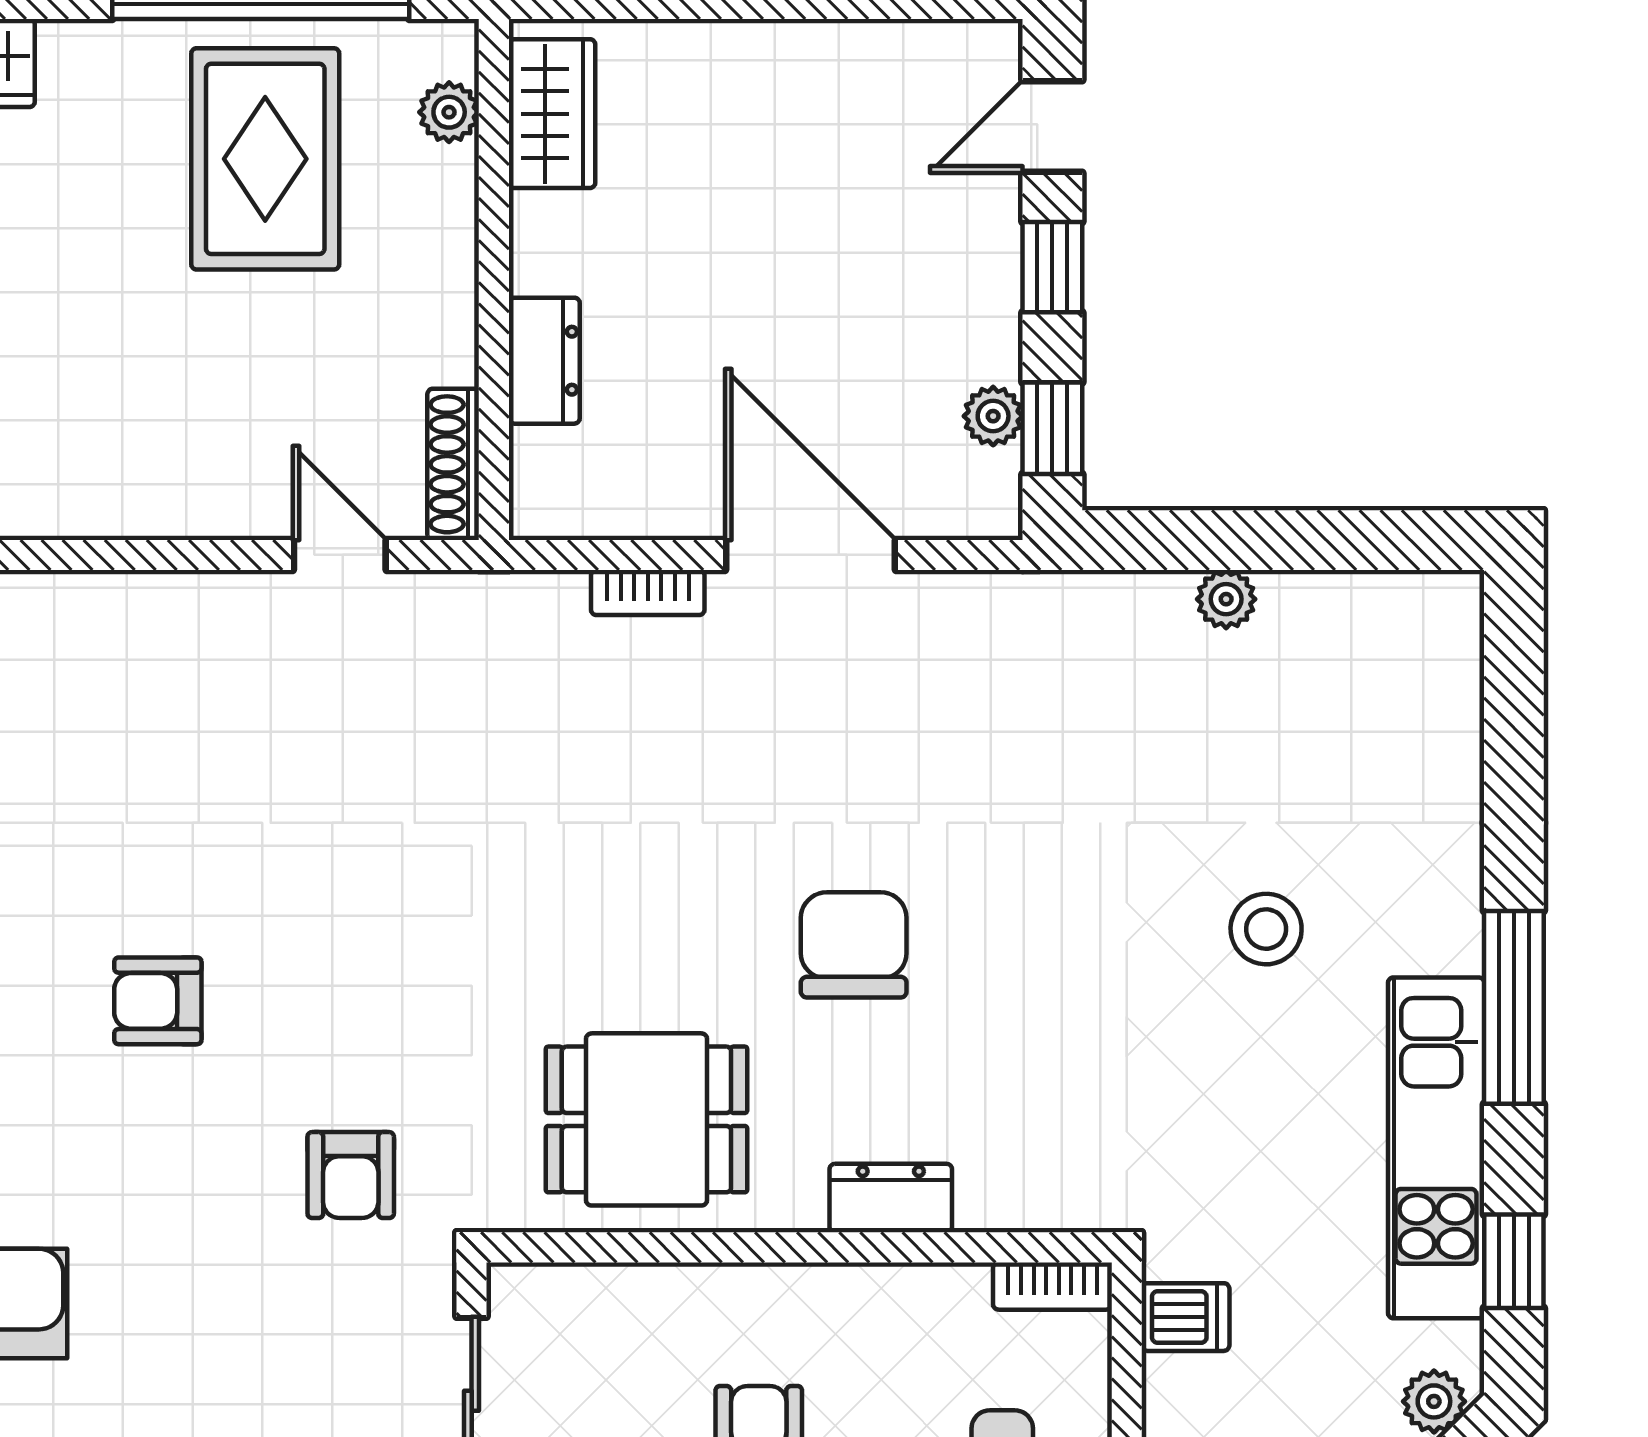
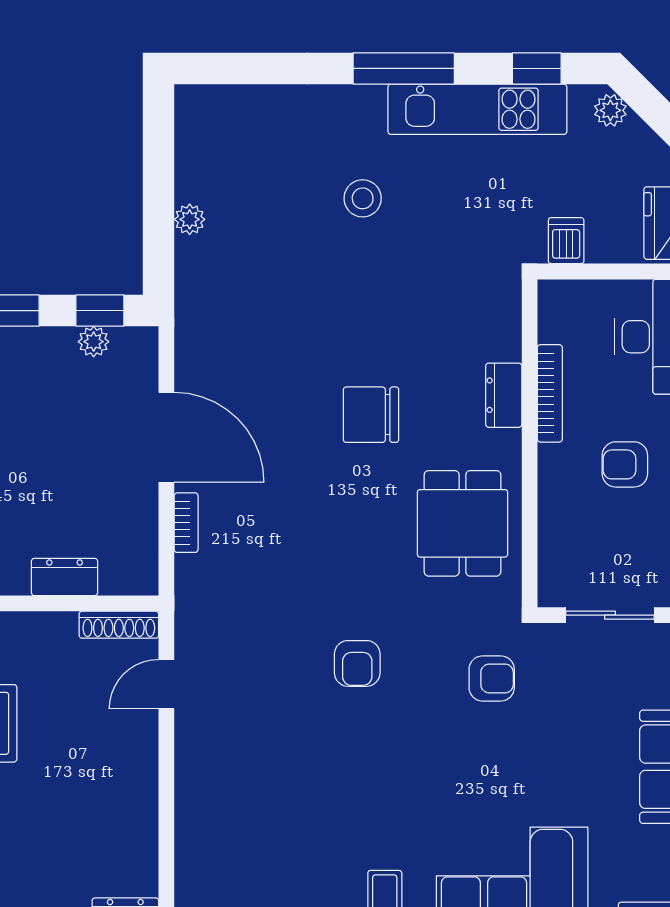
door: (811, 555) -> (166, 437), swing flipped
armchair: (158, 1001) -> (357, 663), moved
bookcase: (1052, 1286) -> (550, 393), moved, width x1.56

